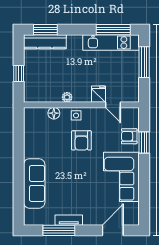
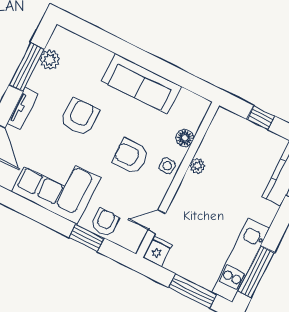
fridge: (98, 94) -> (157, 251), moved, turned -90
sofa: (34, 183) -> (141, 84), moved
armchair: (73, 183) -> (80, 117), added
plant: (47, 218) -> (50, 60), added
tv unit: (69, 220) -> (23, 109), moved

